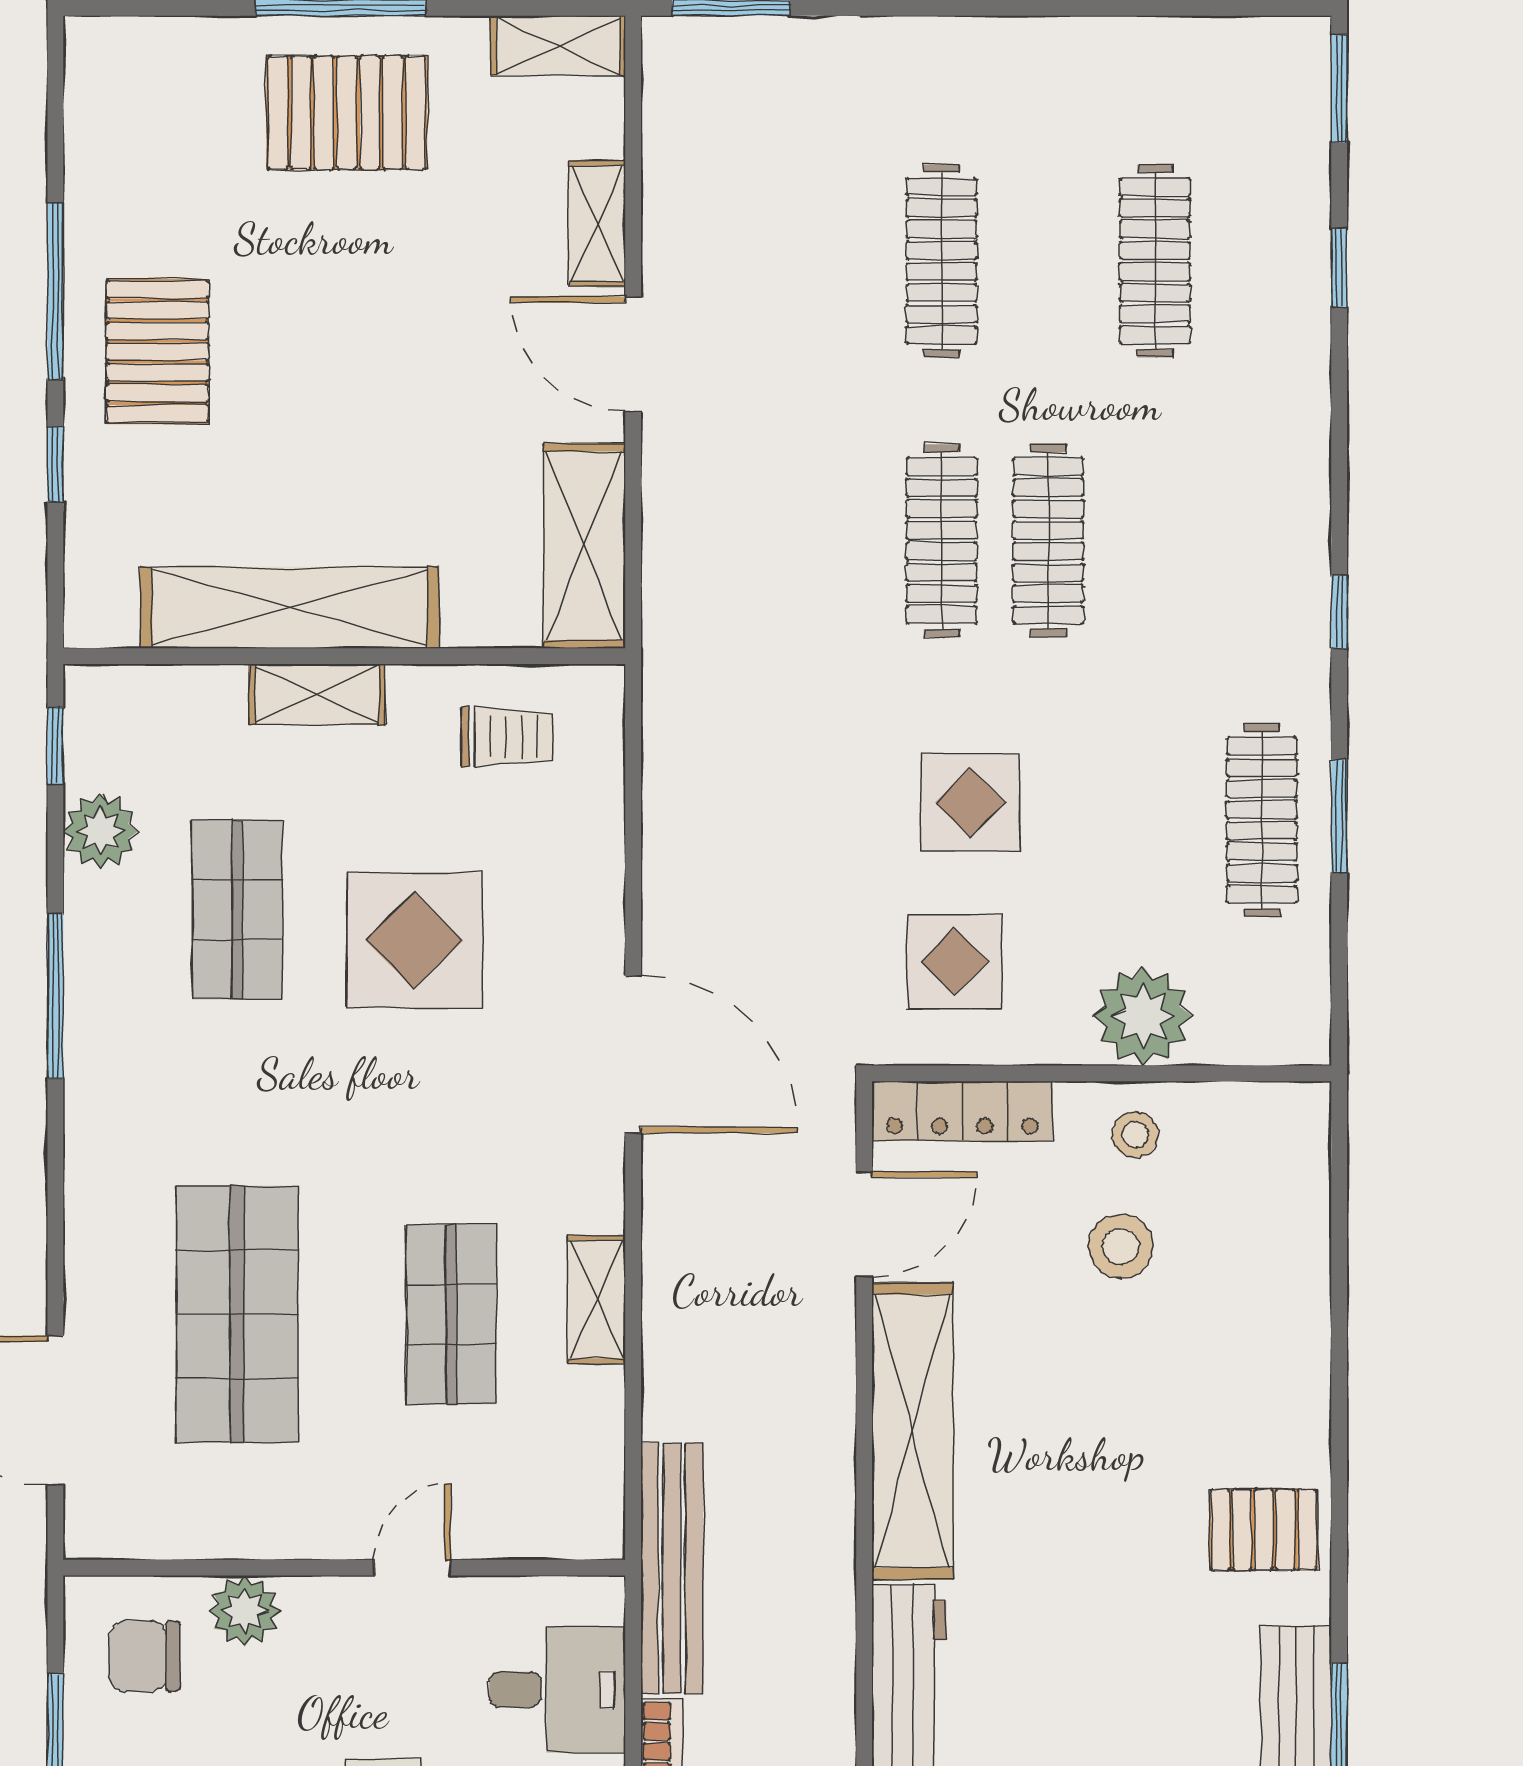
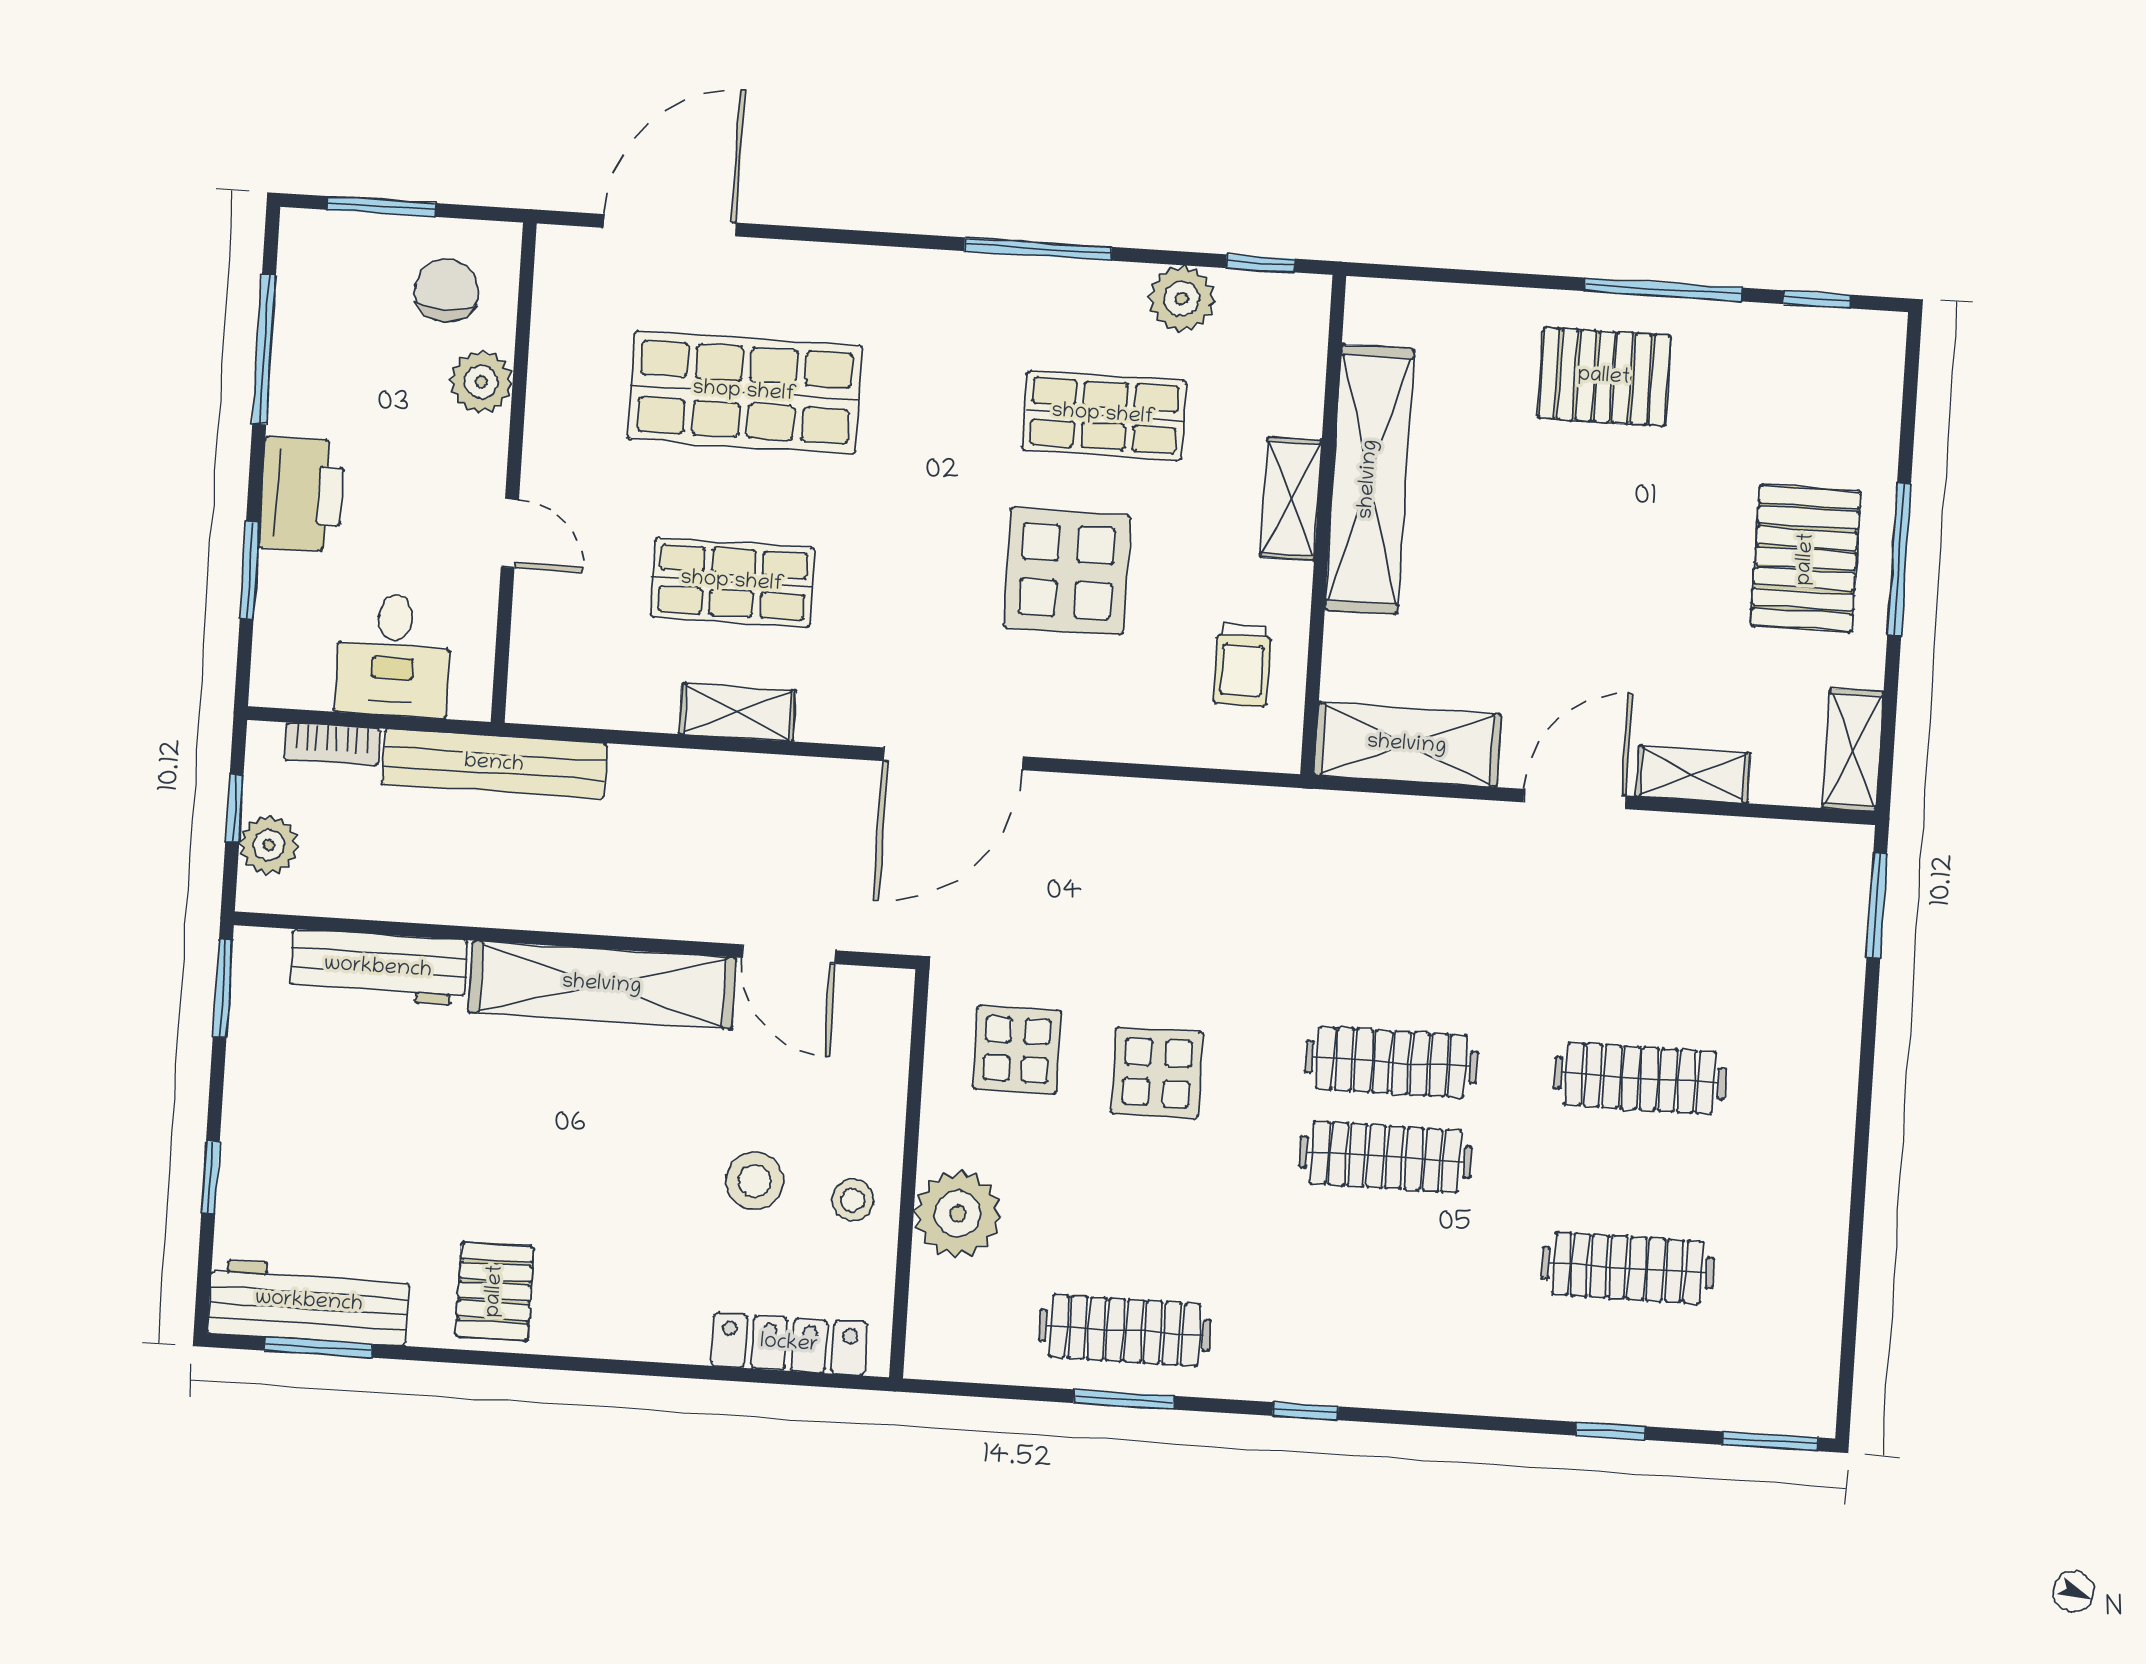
window: (55, 465) -> (1817, 299), moved
locker: (962, 1111) -> (789, 1344), moved, turned 90

